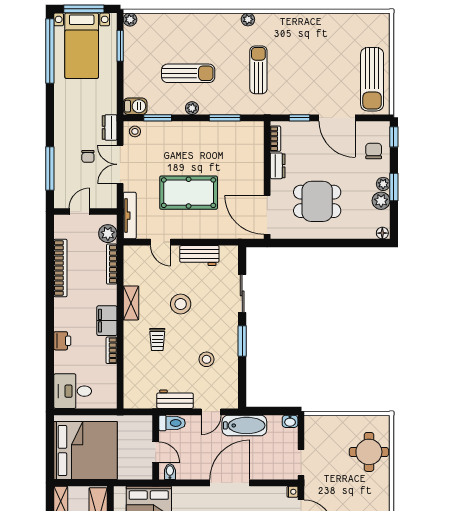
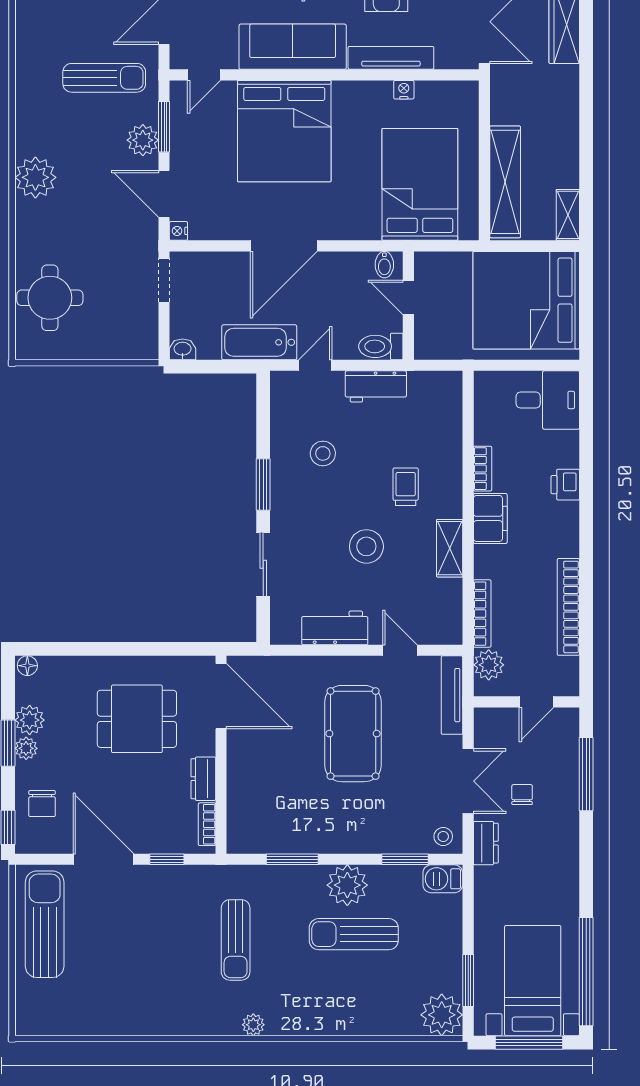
plant: (130, 19) -> (442, 1015), width x1.88, depth x1.88
plant: (192, 108) -> (347, 885), width x1.87, depth x1.87
pool table: (189, 193) -> (353, 734), turned 90

